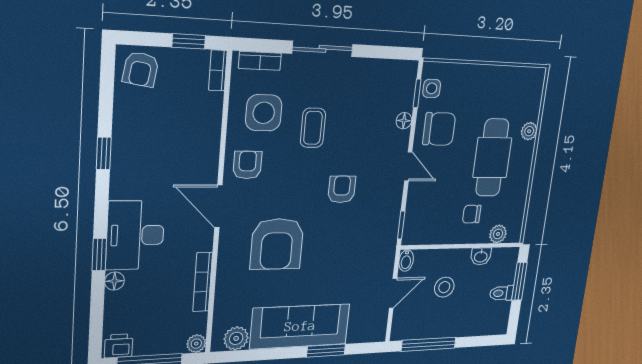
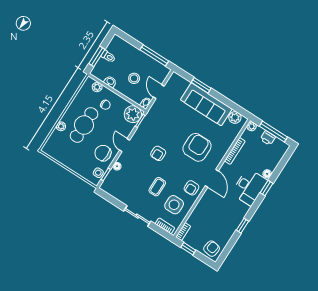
plant: (419, 228) -> (133, 114), added
door: (393, 293) -> (159, 92), hinge flipped
printer: (119, 346) -> (268, 138), moved

